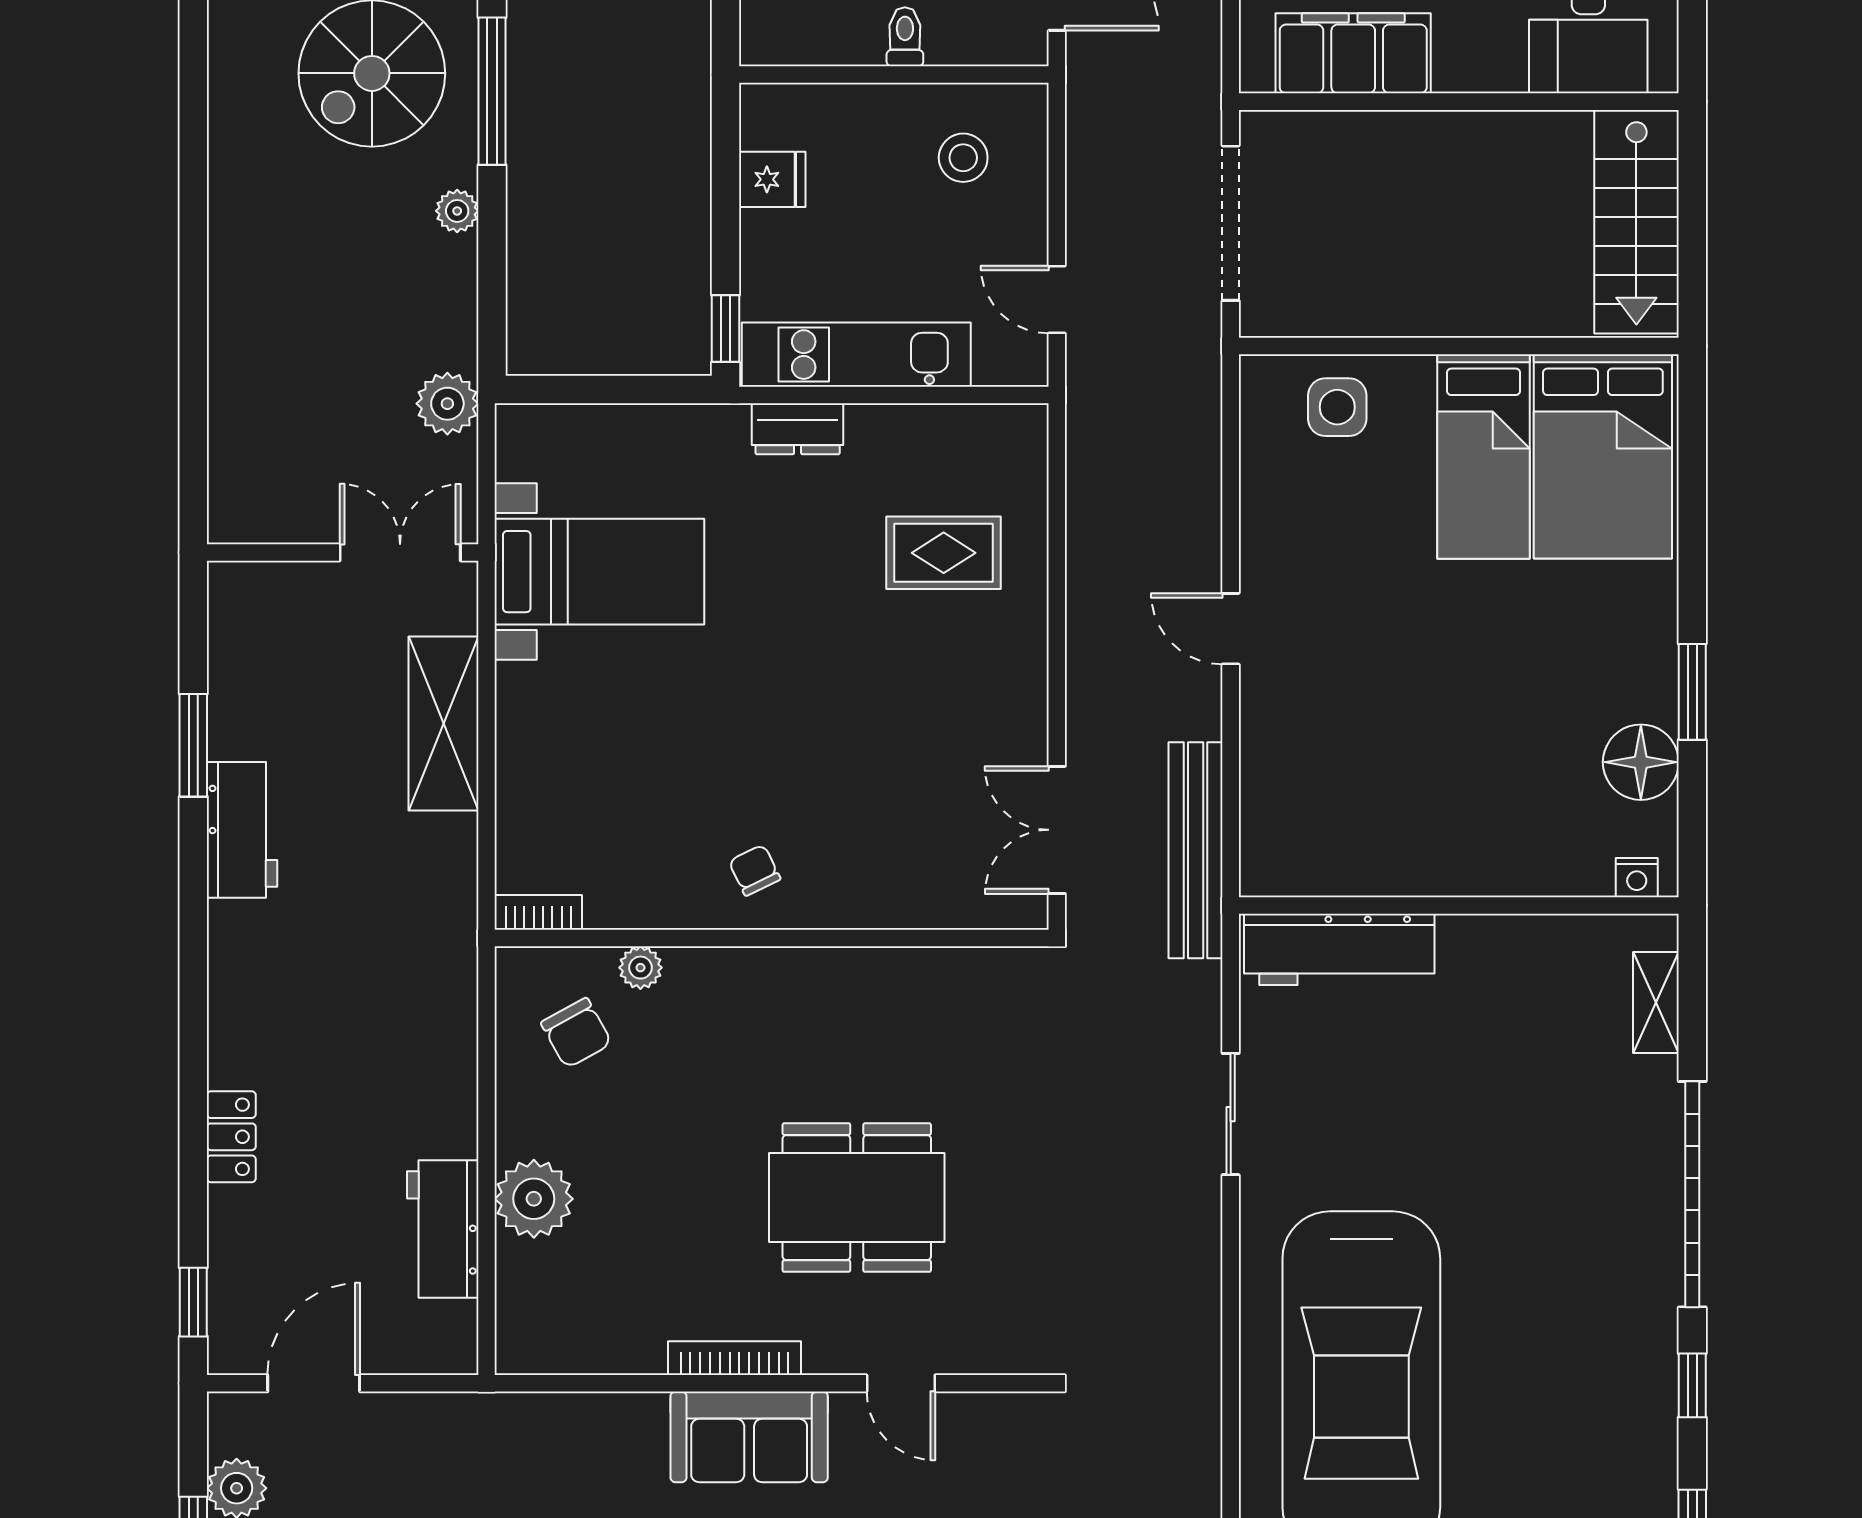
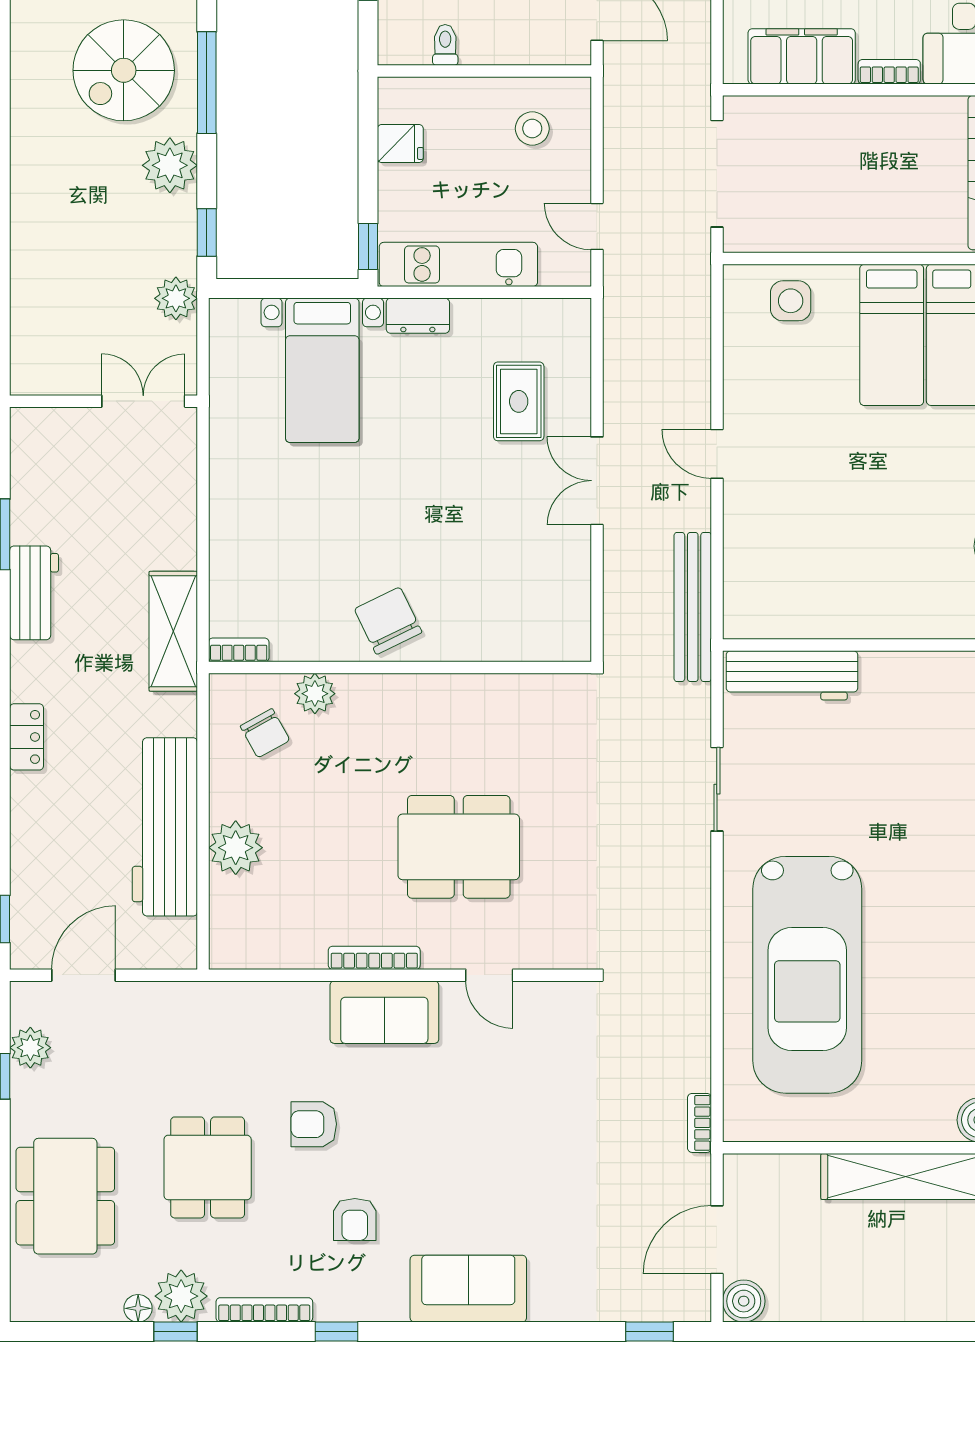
toilet: (905, 37) -> (445, 45), moved
bookcase: (1480, 76) -> (889, 72), added
plant: (457, 211) -> (170, 165), width x1.88, depth x1.88
window: (492, 308) -> (207, 232), added
rug: (944, 553) -> (519, 401), turned 90
bed with nightstands: (599, 572) -> (322, 370), moved, turned 90
shelving: (444, 723) -> (173, 631), moved
double door: (1057, 830) -> (597, 481), moved
chair: (755, 870) -> (388, 621), width x1.87, depth x1.87
plant: (640, 968) -> (315, 694), width x1.38, depth x1.38
locker: (231, 1137) -> (27, 737), moved
workbench: (443, 1229) -> (165, 827), width x1.88, depth x1.32

